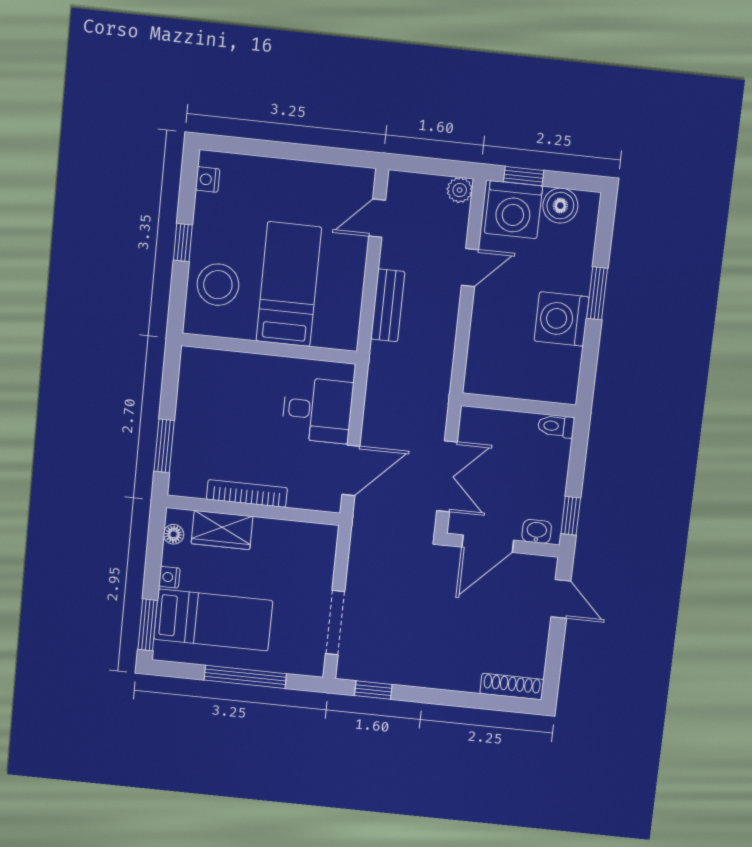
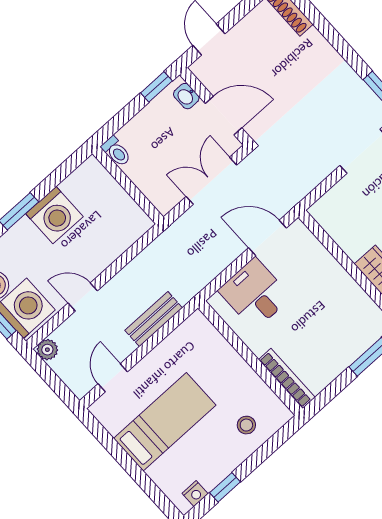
door: (377, 218) -> (113, 378), swing flipped
window: (183, 243) -> (225, 487), moved
bed: (289, 284) -> (165, 422), moved, turned 180
stool: (218, 285) -> (246, 425), width x0.53, depth x0.53
bookcase: (247, 493) -> (287, 378), moved, turned 180

